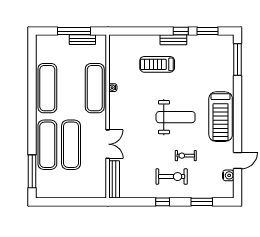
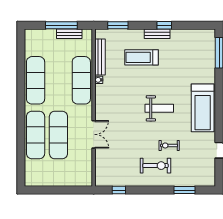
window: (207, 31) -> (118, 25), moved
weight bench: (176, 117) -> (159, 108), width x0.73, depth x0.75
window: (32, 171) -> (21, 161), removed
water cooler: (228, 175) -> (210, 165), removed
bench: (114, 179) -> (100, 57), moved
window: (163, 202) -> (119, 190), moved

